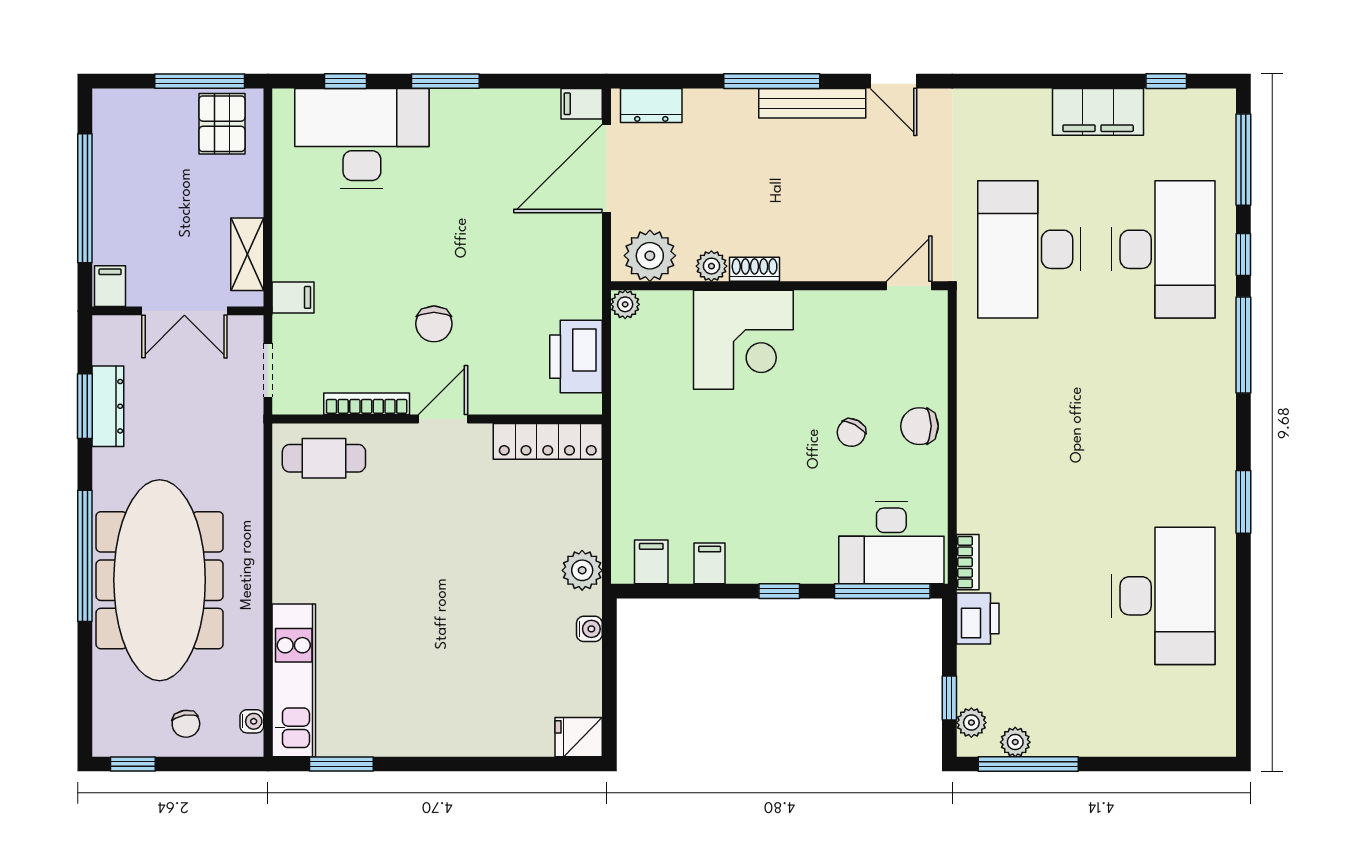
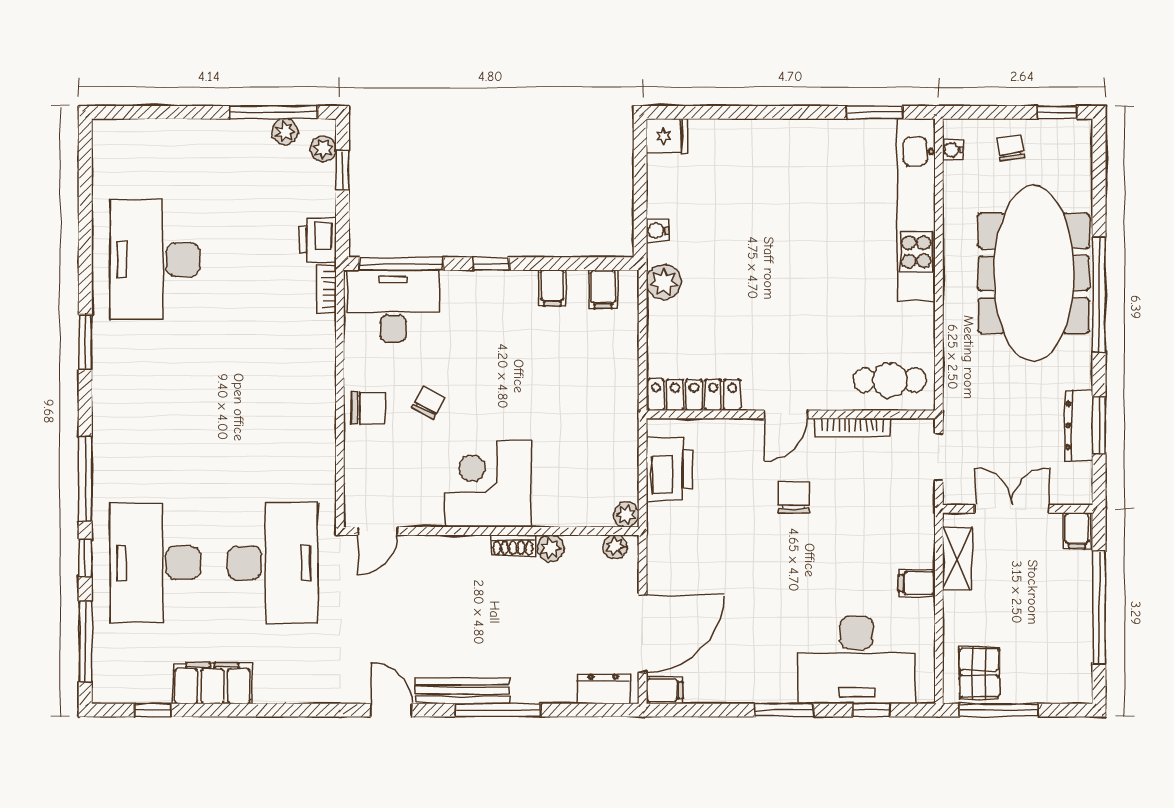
plant: (650, 256) -> (615, 547), width x0.53, depth x0.53
filing cabinet: (293, 297) -> (917, 583), moved
corner desk: (743, 340) -> (488, 484), moved
kitchen unit: (294, 680) -> (916, 210), width x1.36

